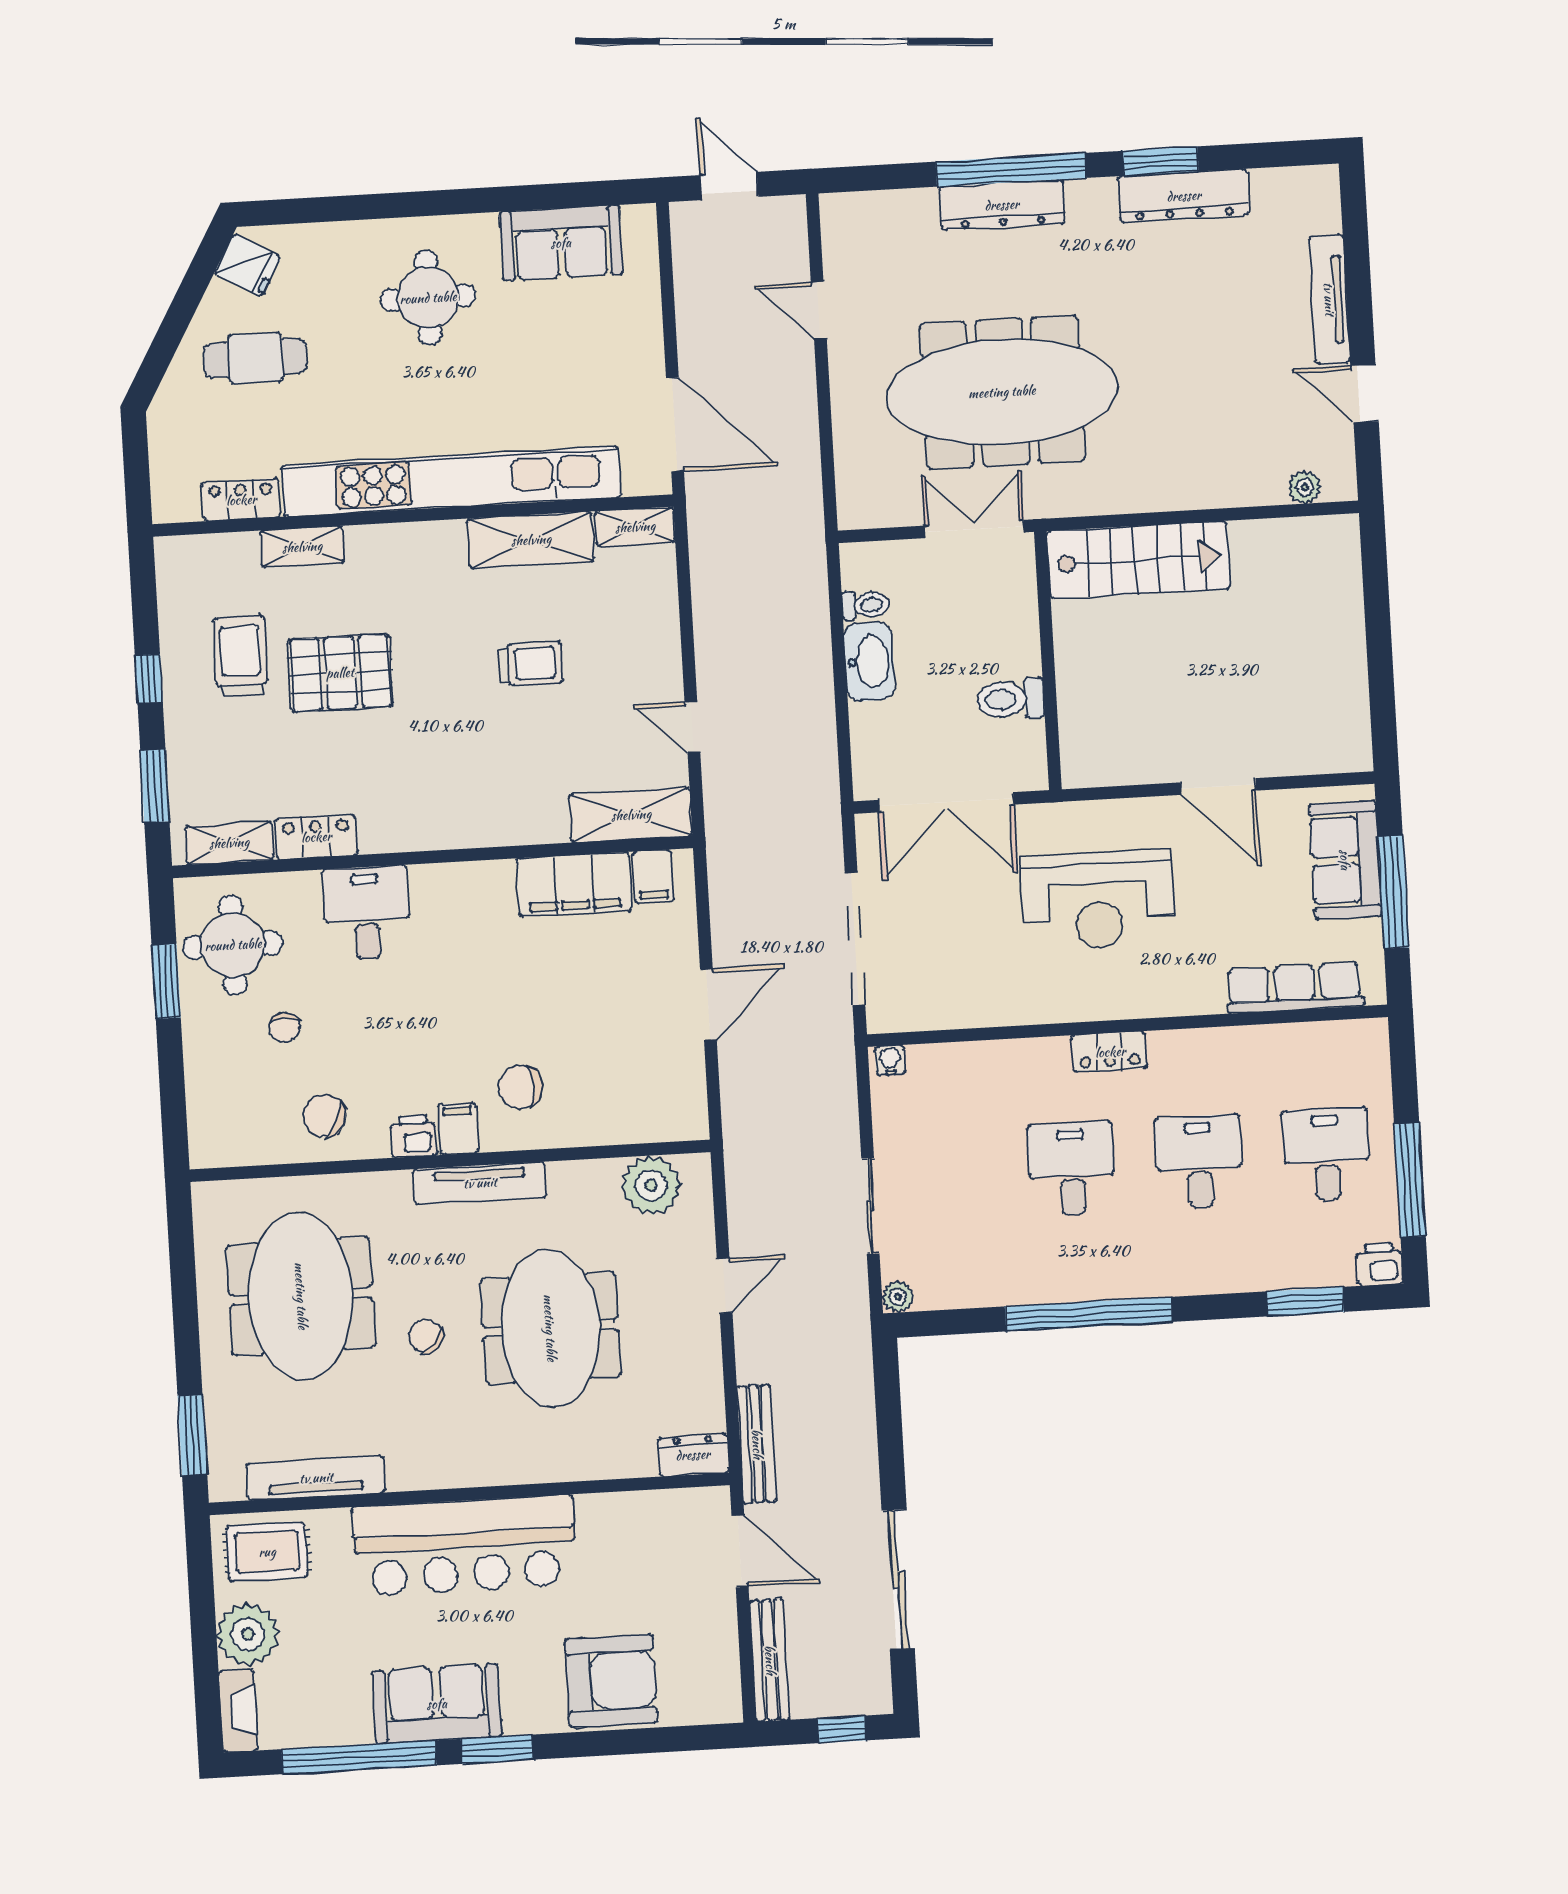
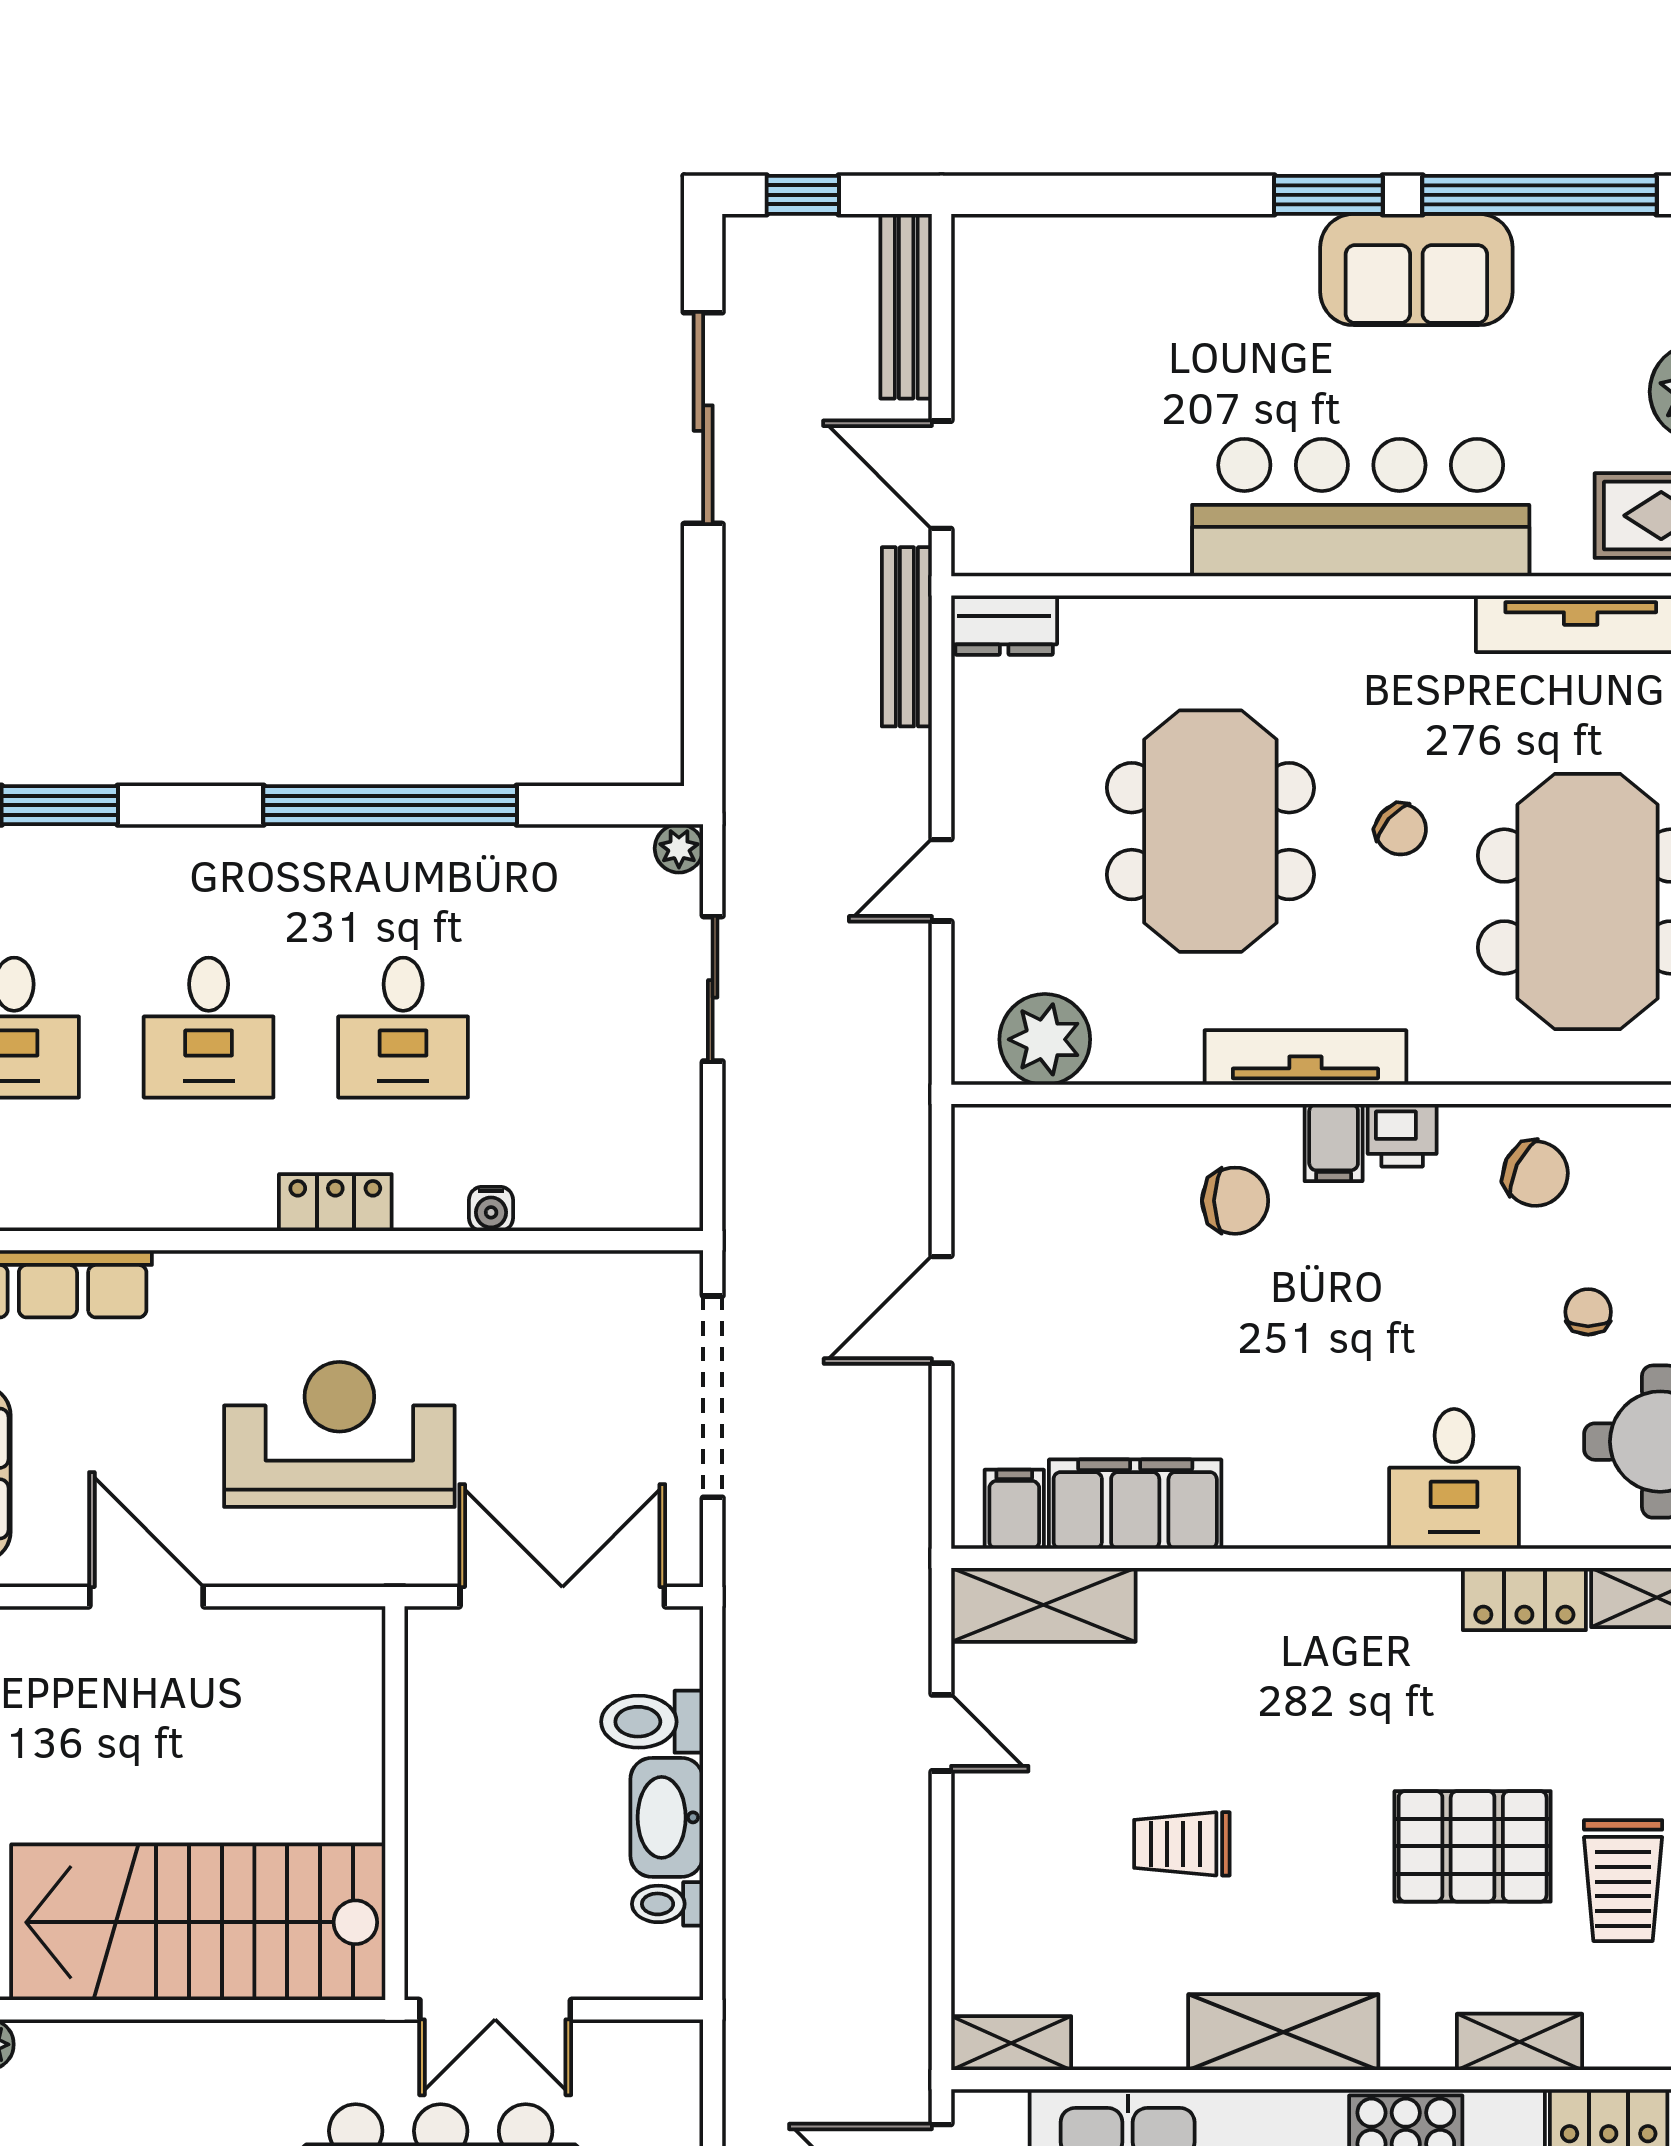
shelving: (531, 540) -> (1283, 2032), moved
stairs: (1138, 560) -> (198, 1922), width x1.36, depth x1.51
toilet: (1010, 699) -> (652, 1722), moved, turned 180
water cooler: (890, 1060) -> (491, 1209), moved
armchair: (611, 1681) -> (1149, 289), removed

